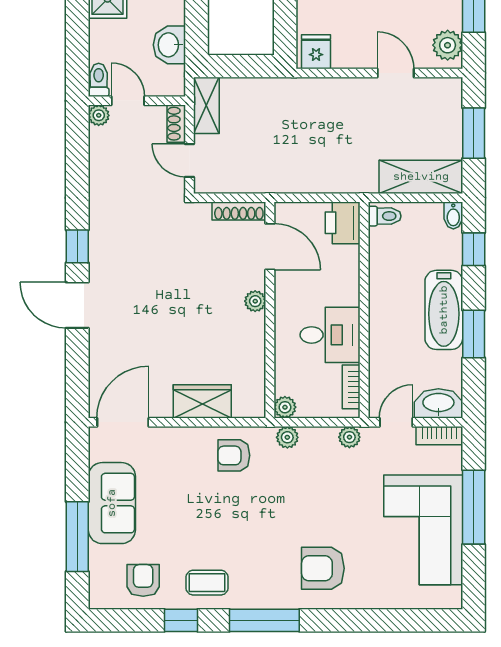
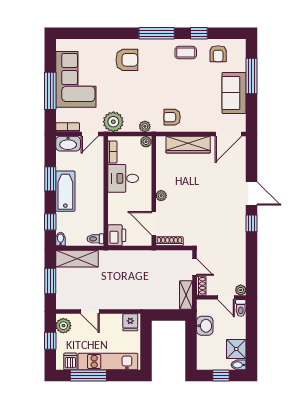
wardrobe: (202, 401) -> (188, 145), width x1.50
plant: (349, 437) -> (113, 122), width x1.88, depth x1.88
armchair: (234, 455) -> (172, 117), turned 180

